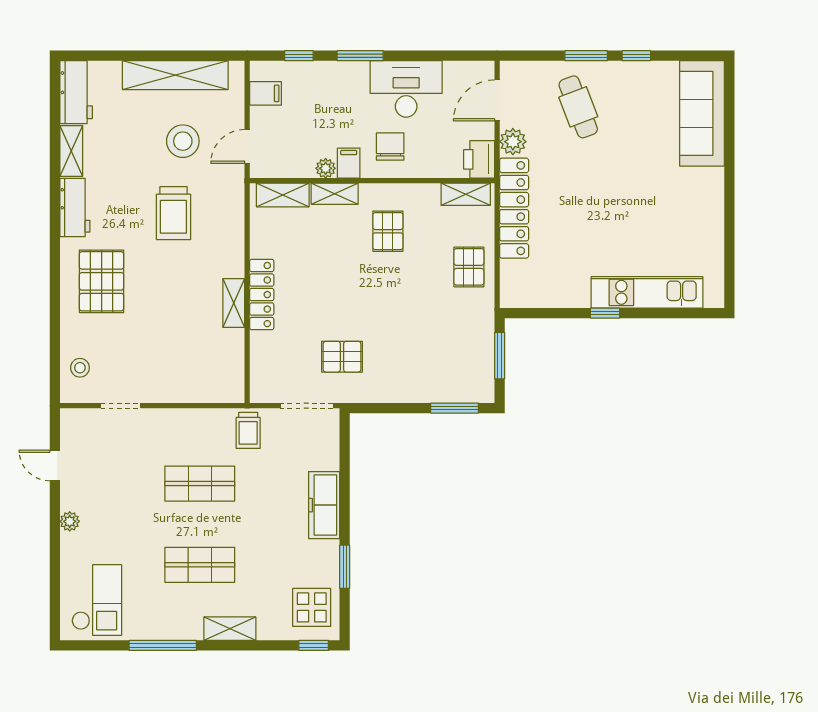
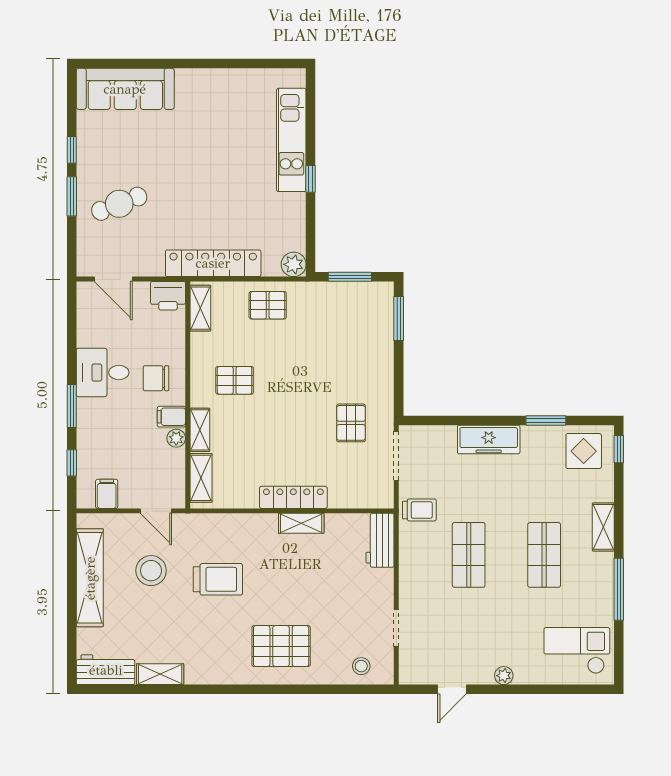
desk: (406, 89) -> (103, 372), width x0.73
plant: (513, 142) -> (294, 264), moved
workbench: (75, 208) -> (380, 540), moved, turned -90

